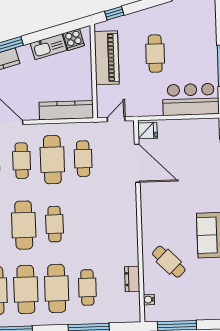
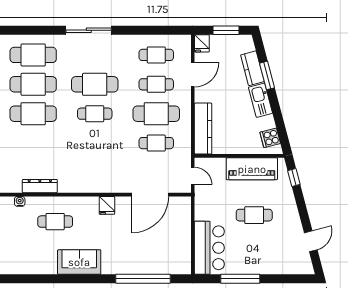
kitchen sink: (48, 47) -> (261, 100), moved
fridge: (147, 131) -> (107, 205), moved
cafe table: (169, 262) -> (55, 222), turned 45
dresser: (132, 279) -> (40, 186), width x1.44
cafe table: (87, 287) -> (33, 143), removed

